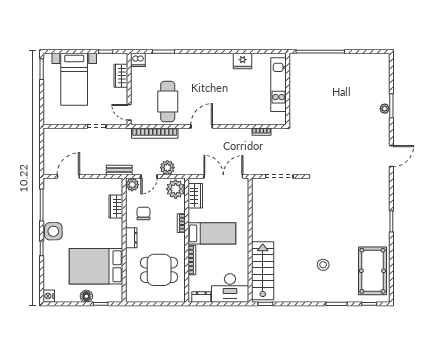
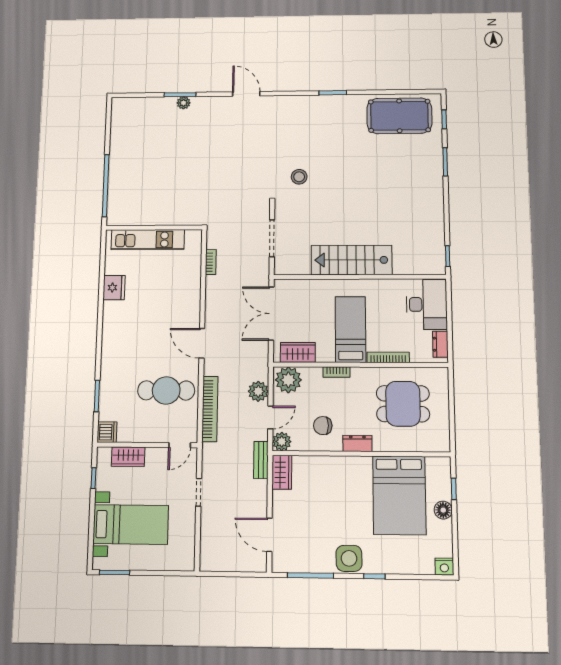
door: (149, 176) -> (270, 417), hinge flipped
wardrobe: (116, 206) -> (282, 472), moved, turned -90
stool: (323, 265) -> (299, 177), moved
dining table: (159, 270) -> (403, 404), turned 90
stairs: (263, 271) -> (352, 260), moved

